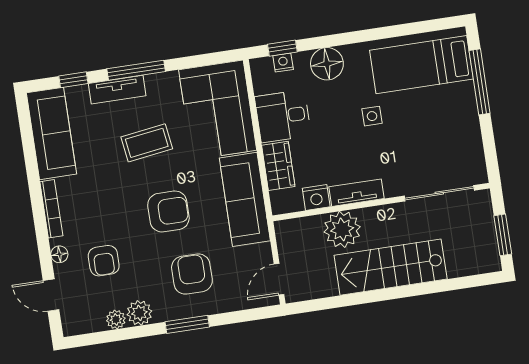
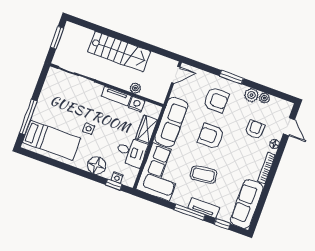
plant: (342, 229) -> (135, 88), width x0.53, depth x0.53
armchair: (192, 274) -> (216, 100), turned -90

